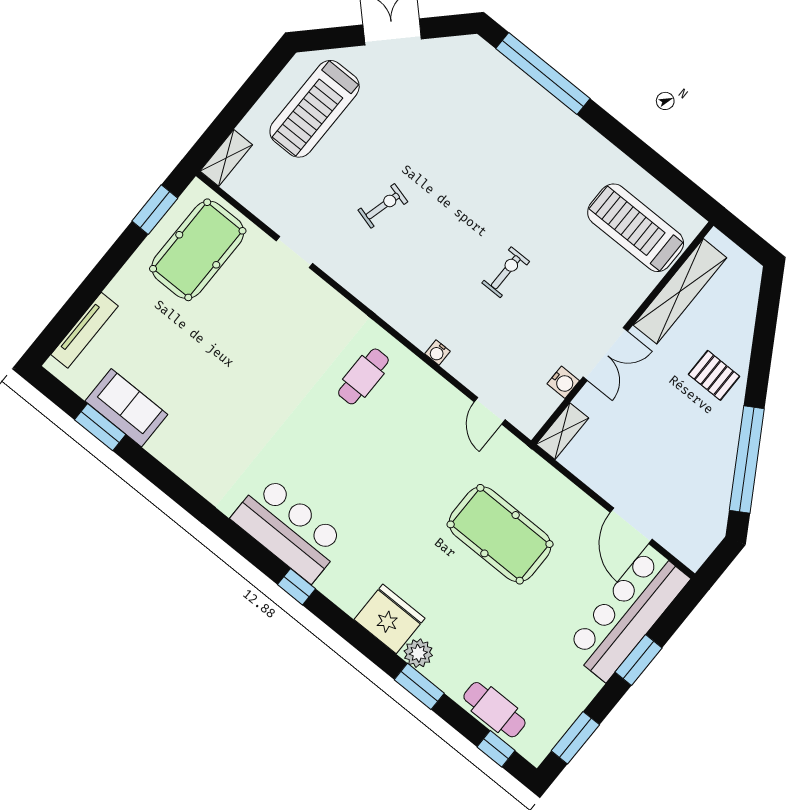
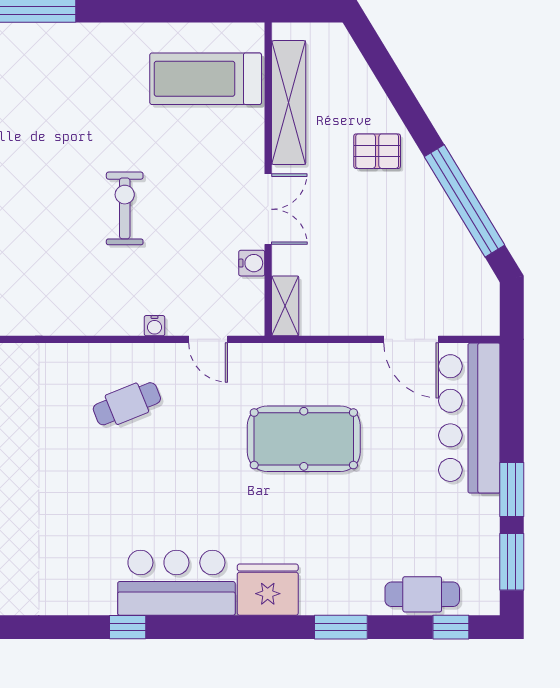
exercise bike: (506, 272) -> (125, 208), width x1.38, depth x1.39
water cooler: (438, 353) -> (154, 326), moved
cafe table: (363, 376) -> (127, 404), moved, turned 68
bar counter: (289, 529) -> (176, 583), moved
window: (297, 587) -> (128, 627), moved
plant: (418, 653) -> (317, 599), removed
window: (638, 660) -> (512, 490), moved

